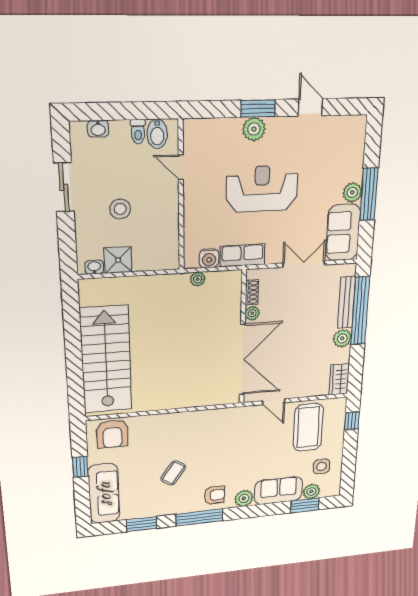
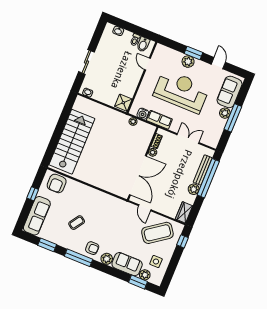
sliding door: (64, 187) -> (86, 62), moved
reception desk: (262, 189) -> (181, 91), width x1.36, depth x1.30
stool: (120, 209) -> (112, 71), removed
sofa: (343, 232) -> (230, 92), moved
shower: (118, 260) -> (123, 103), moved
coffee table: (308, 427) -> (157, 233), turned 54

